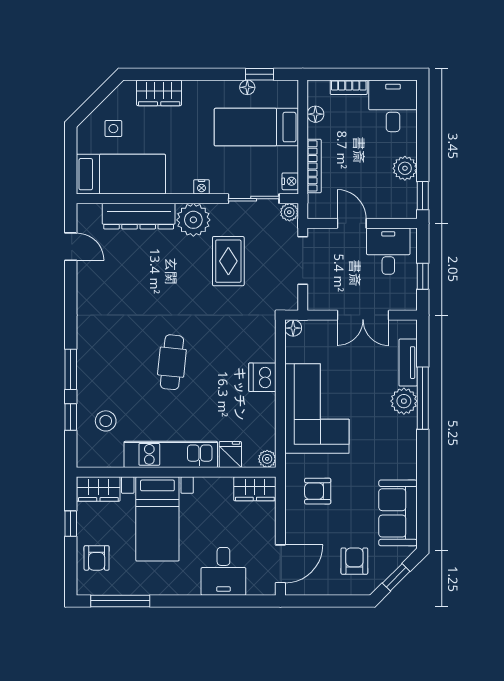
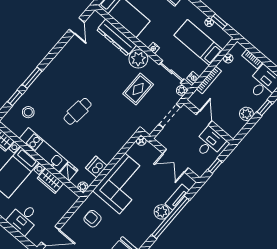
window: (423, 196) -> (265, 108), moved
dishwasher: (262, 377) -> (96, 167), moved
window: (423, 398) -> (171, 217), width x1.46
wardrobe: (255, 489) -> (50, 181), moved

